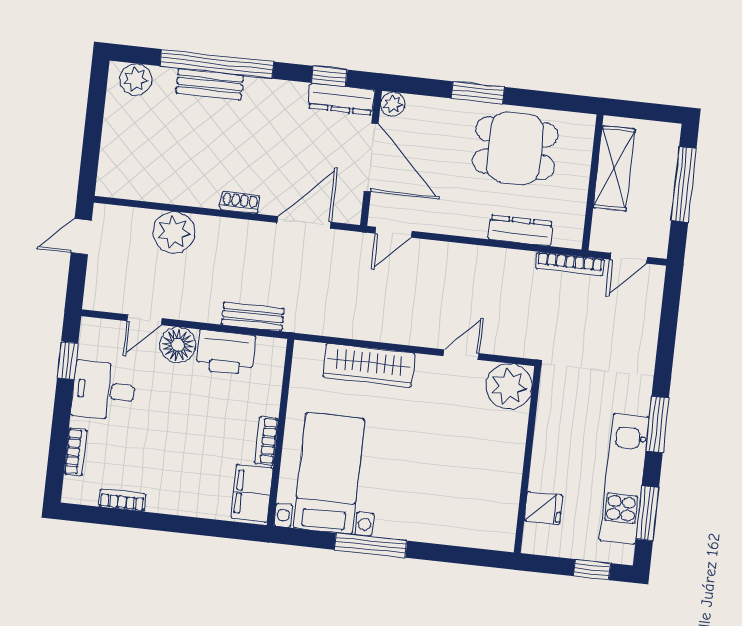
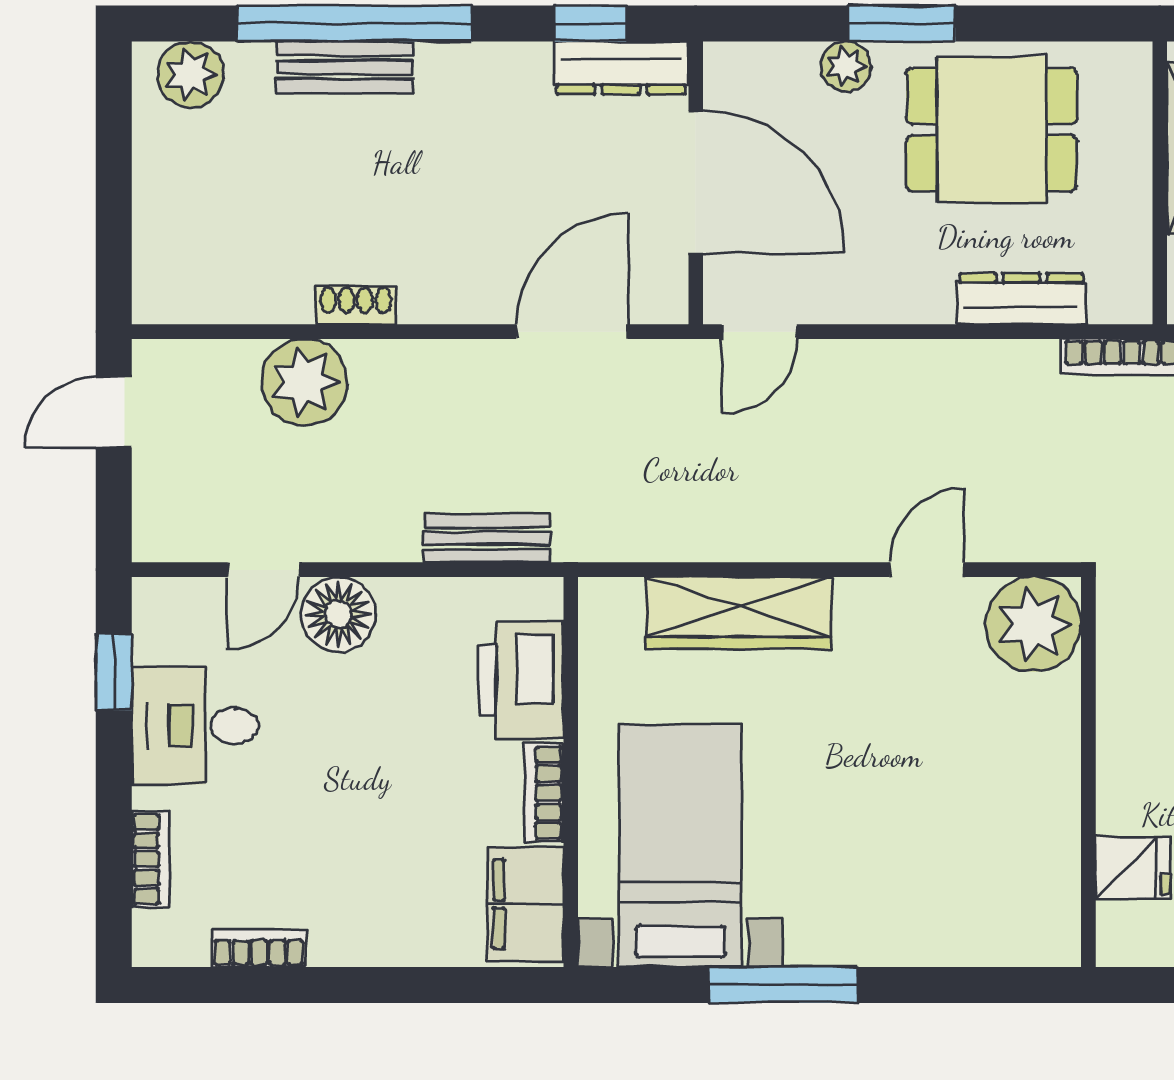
plant: (393, 104) -> (846, 67), moved
shoe rack: (240, 202) -> (356, 305), moved
printer: (226, 352) -> (521, 680), moved, turned 90

